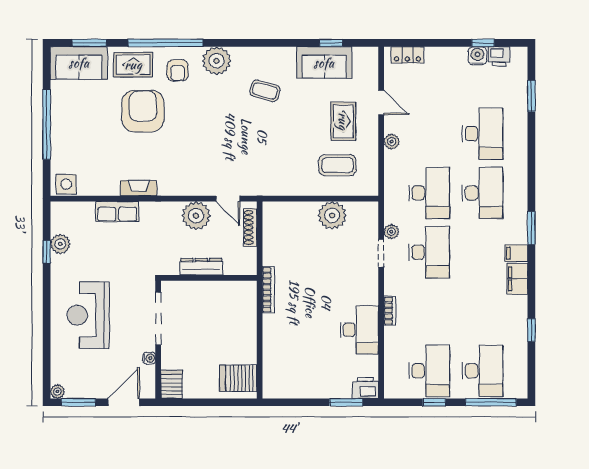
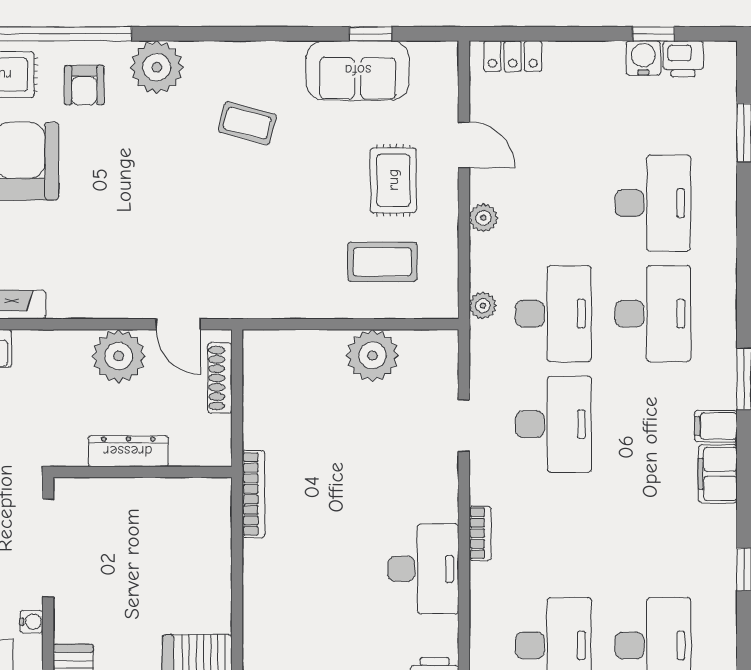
plant: (391, 232) -> (483, 306), moved

